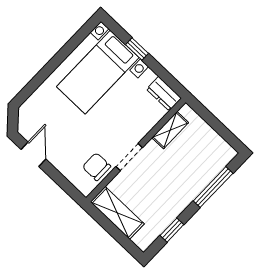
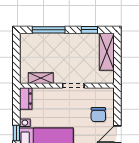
chair: (97, 167) -> (98, 115), moved
shelving: (117, 213) -> (107, 52), moved

